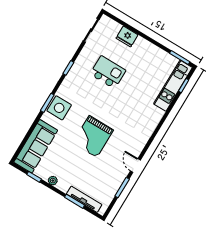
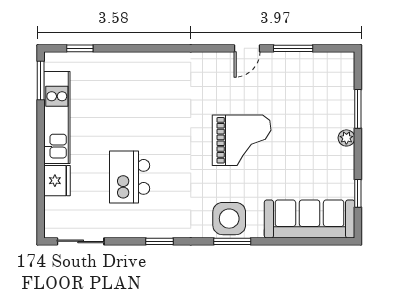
kitchen unit: (173, 86) -> (57, 117), moved, turned -90
plant: (53, 181) -> (346, 138), moved
tv unit: (84, 199) -> (346, 96), removed

